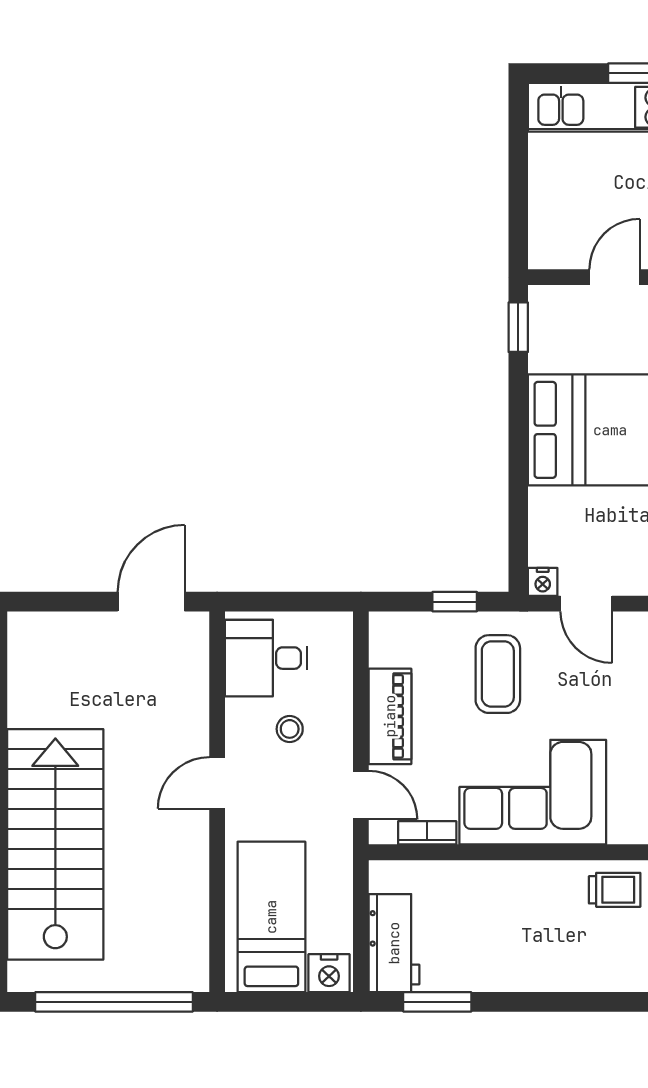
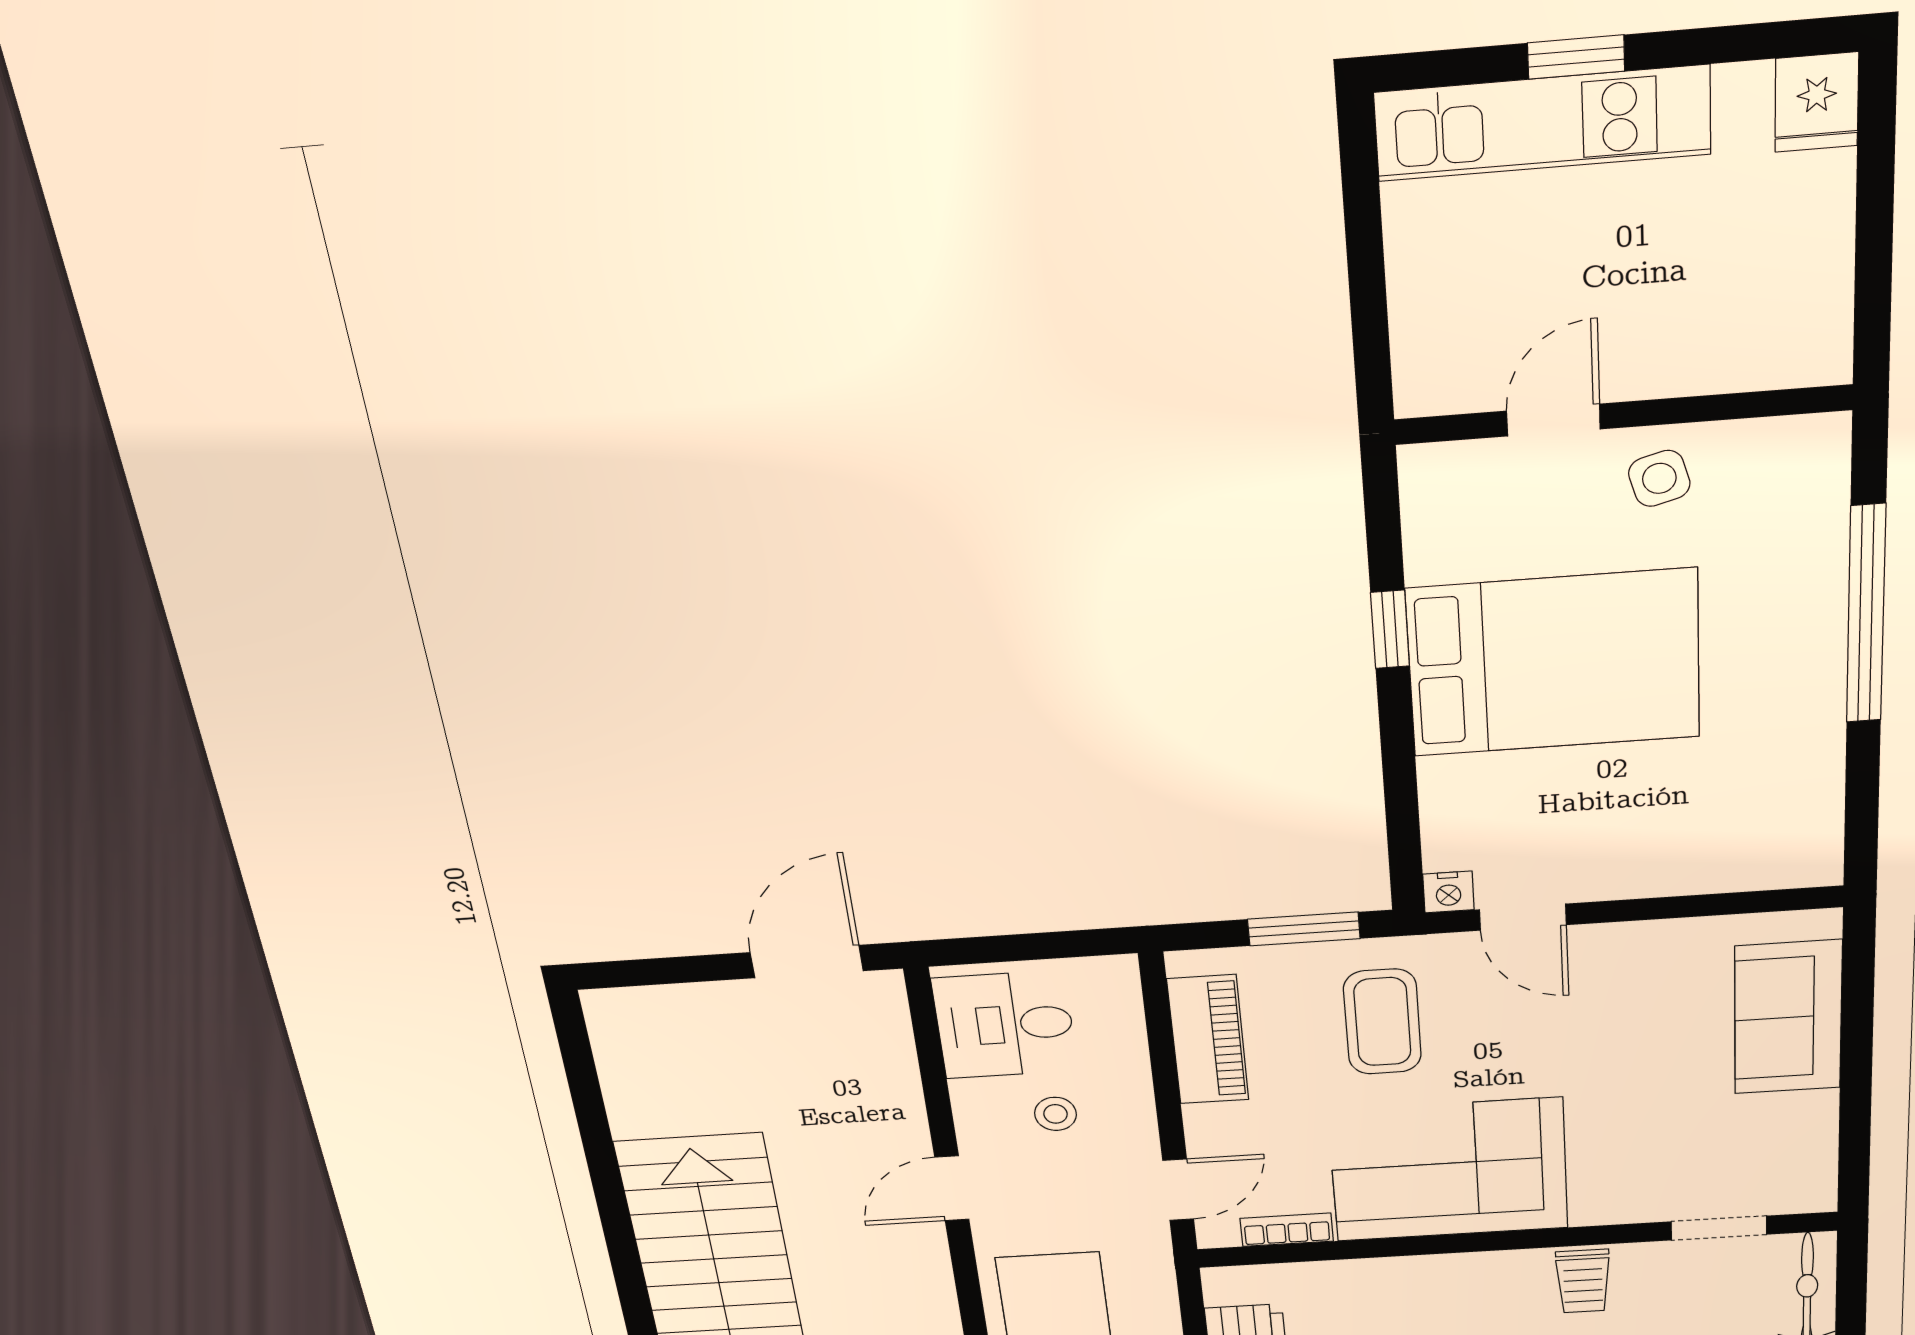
window: (518, 327) -> (1390, 629), moved
window: (455, 602) -> (1304, 929), width x1.50
piano: (390, 716) -> (1208, 1040), moved
door: (361, 795) -> (1178, 1190), hinge flipped
trolley: (615, 890) -> (1583, 1281), turned 90

